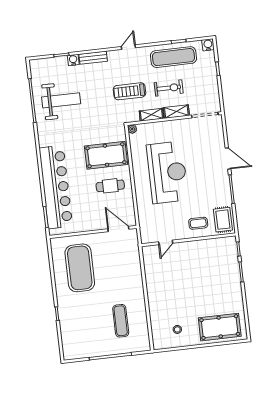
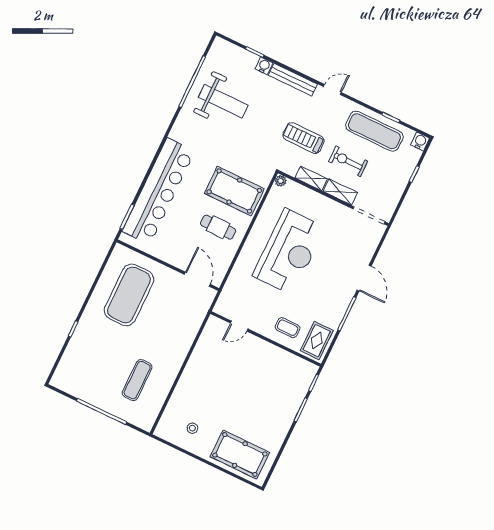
bench: (93, 58) -> (293, 80), width x1.36
exercise bike: (169, 88) -> (348, 161), turned 180

